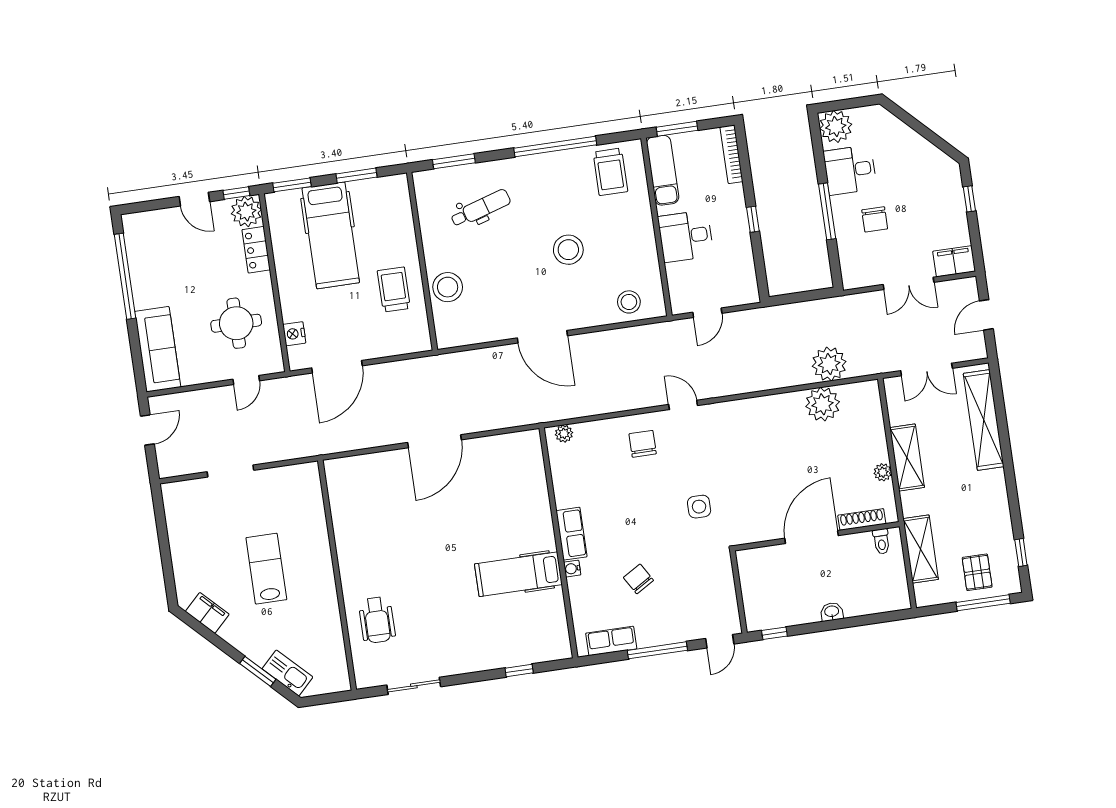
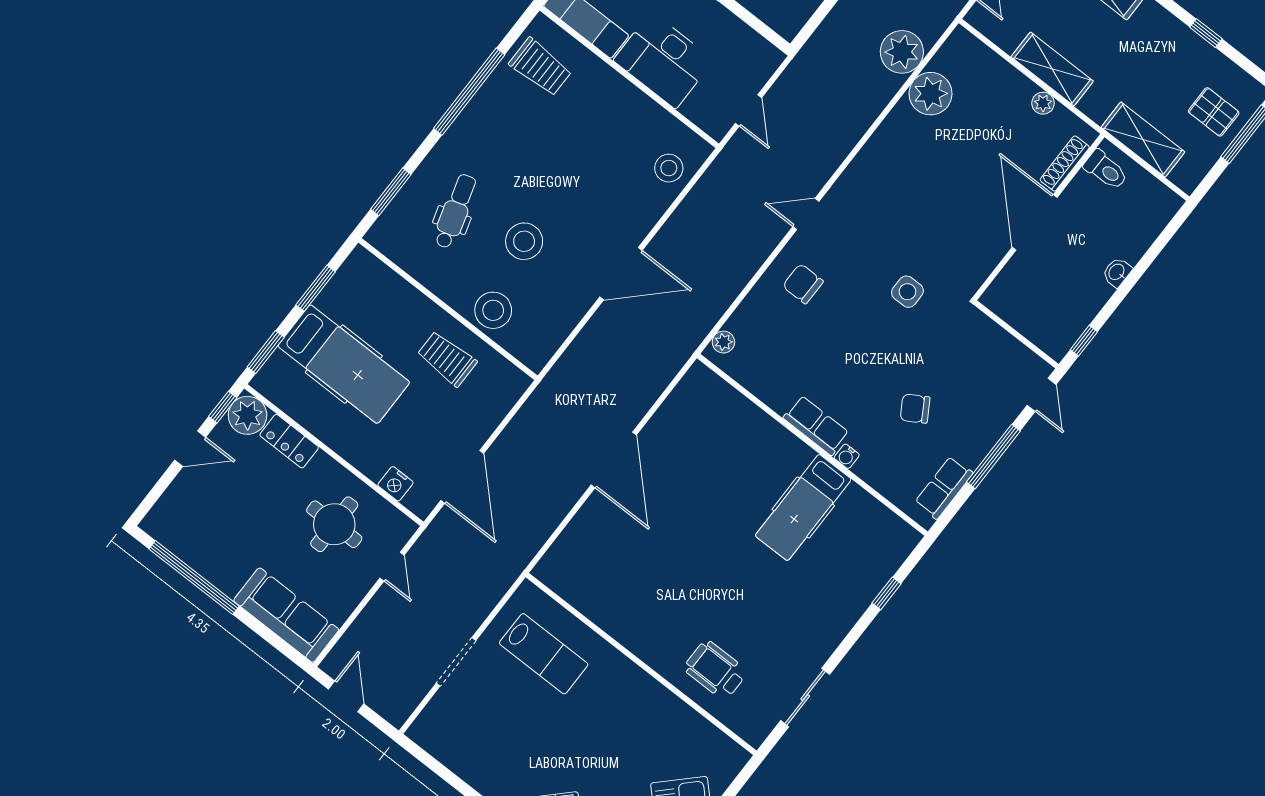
desk: (686, 236) -> (663, 60), width x1.37
stool: (568, 250) -> (524, 241), moved
toilet: (881, 541) -> (1106, 170), width x1.37, depth x1.39
window: (1021, 552) -> (1206, 33), moved
lab bench: (266, 569) -> (544, 654), moved, turned 180
wheelchair: (377, 620) -> (715, 670), turned 180

